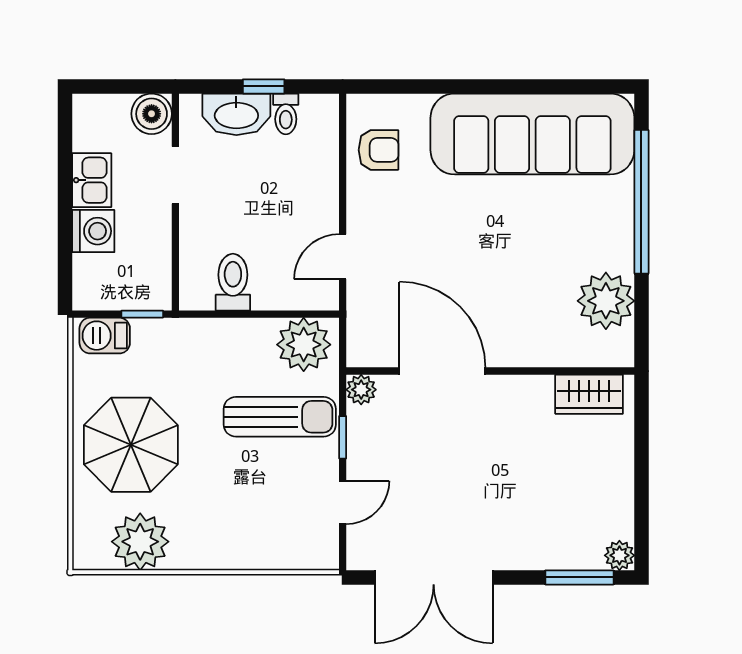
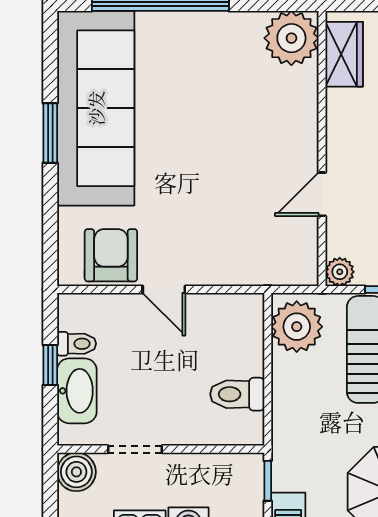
window: (507, 86) -> (50, 133), added
armchair: (378, 150) -> (111, 255), width x1.38, depth x1.38
door: (343, 257) -> (164, 289), moved
plant: (606, 301) -> (291, 38), moved
door: (442, 371) -> (322, 194), width x0.53

